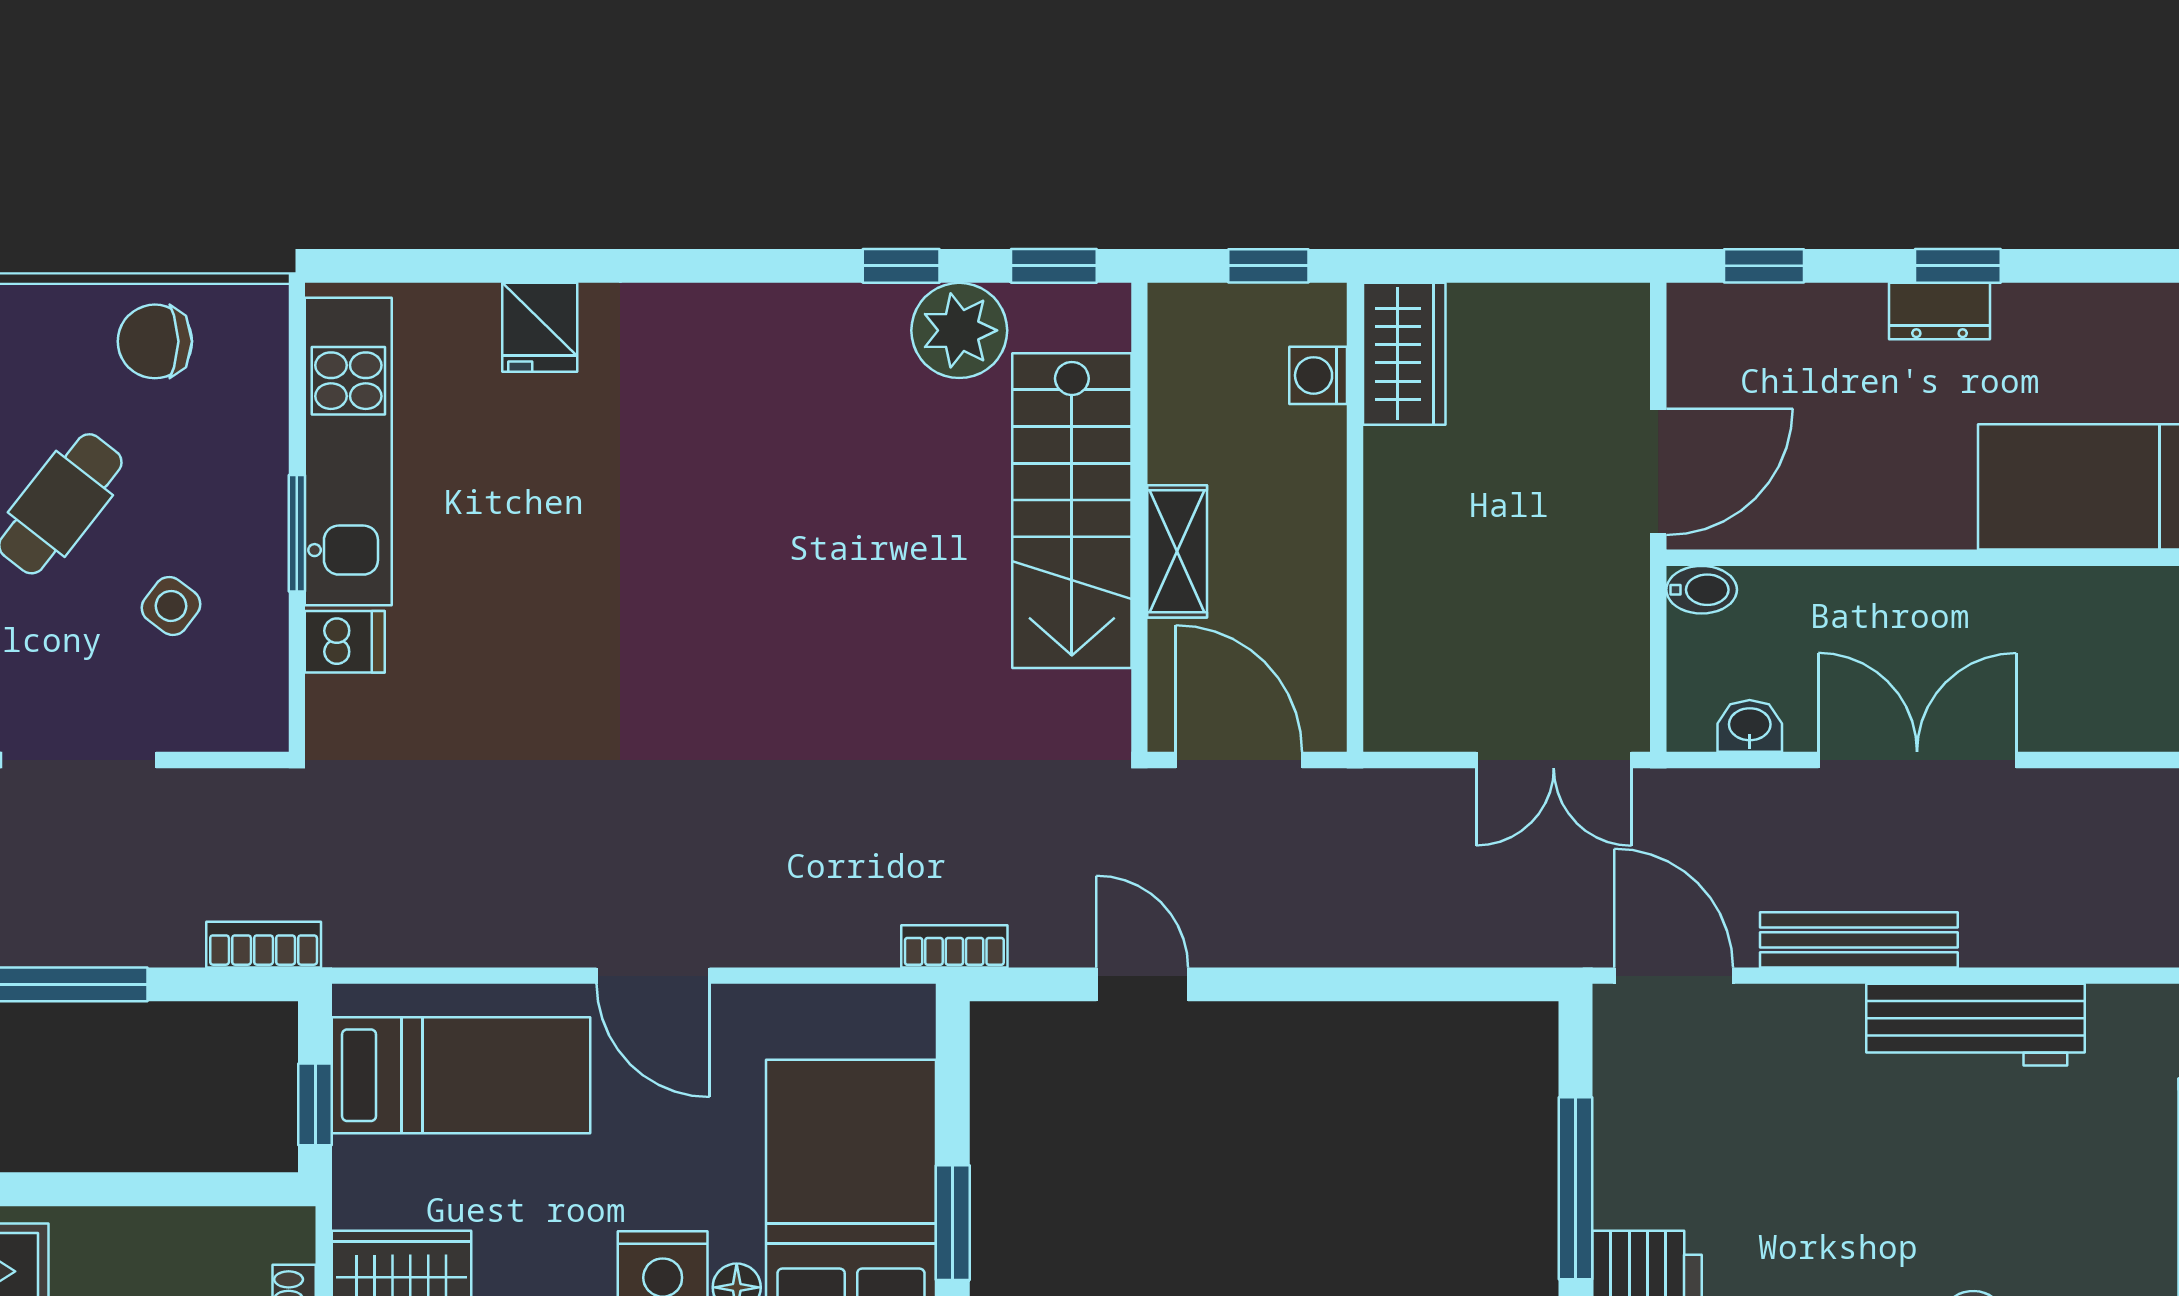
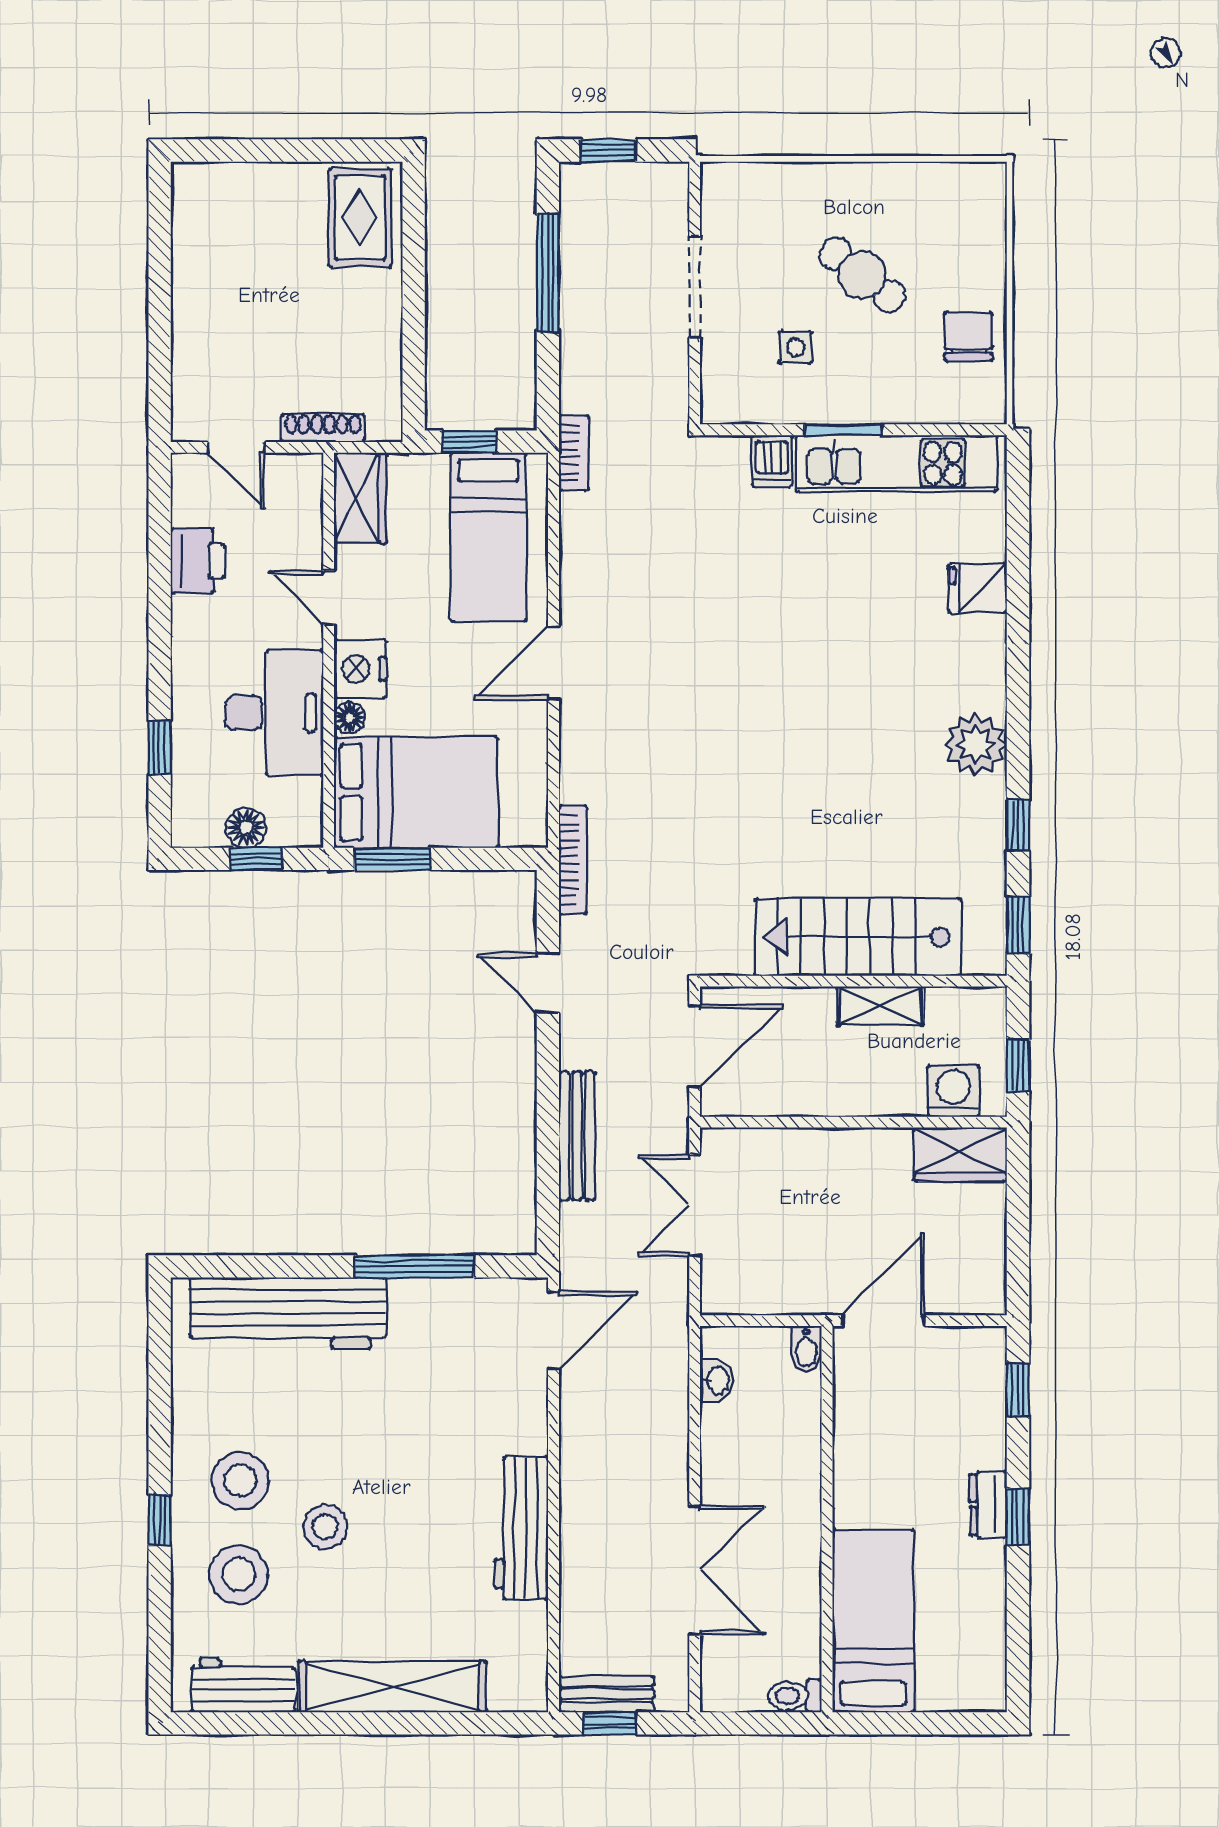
plant: (959, 330) -> (976, 744), moved
washing machine: (1318, 375) -> (953, 1091), width x1.38, depth x1.38
door: (1658, 472) -> (883, 1321), swing flipped
shelving: (1177, 551) -> (880, 1006), moved
side table: (171, 606) -> (795, 347), turned -37
double door: (1554, 760) -> (695, 1205), moved
double door: (1917, 760) -> (695, 1570), moved
bench: (1859, 940) -> (577, 1136), moved
bookcase: (264, 945) -> (574, 453), moved
bookcase: (954, 946) -> (573, 860), width x1.56
door: (1142, 984) -> (548, 983), swing flipped

